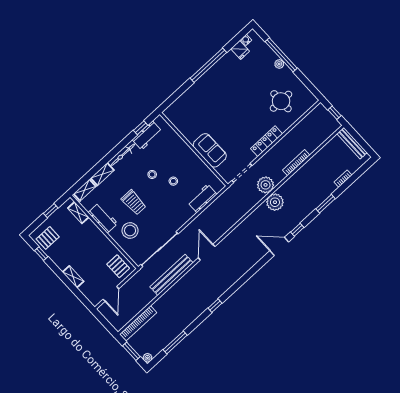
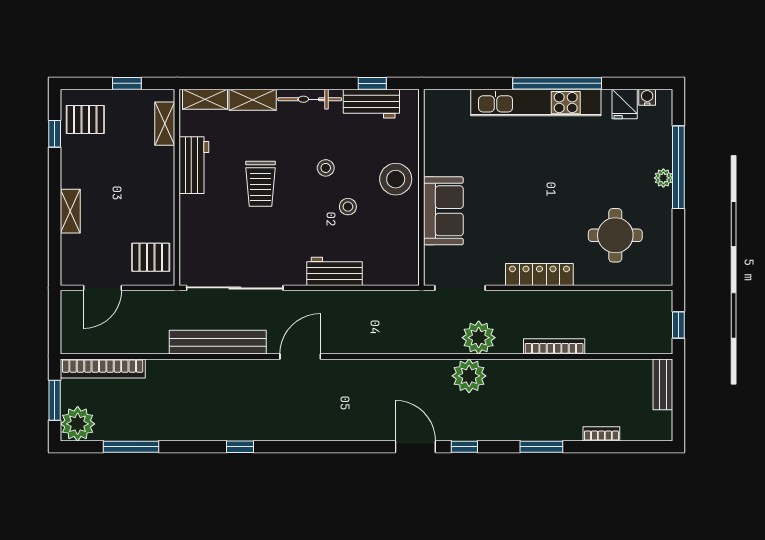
kitchen unit: (207, 79) -> (536, 103), added
bench: (352, 143) -> (663, 384), width x0.73
workbench: (202, 198) -> (334, 271), moved
stool: (130, 230) -> (396, 179), moved
pallet: (118, 266) -> (151, 257), turned 90
plant: (147, 358) -> (78, 424), width x1.87, depth x1.87

